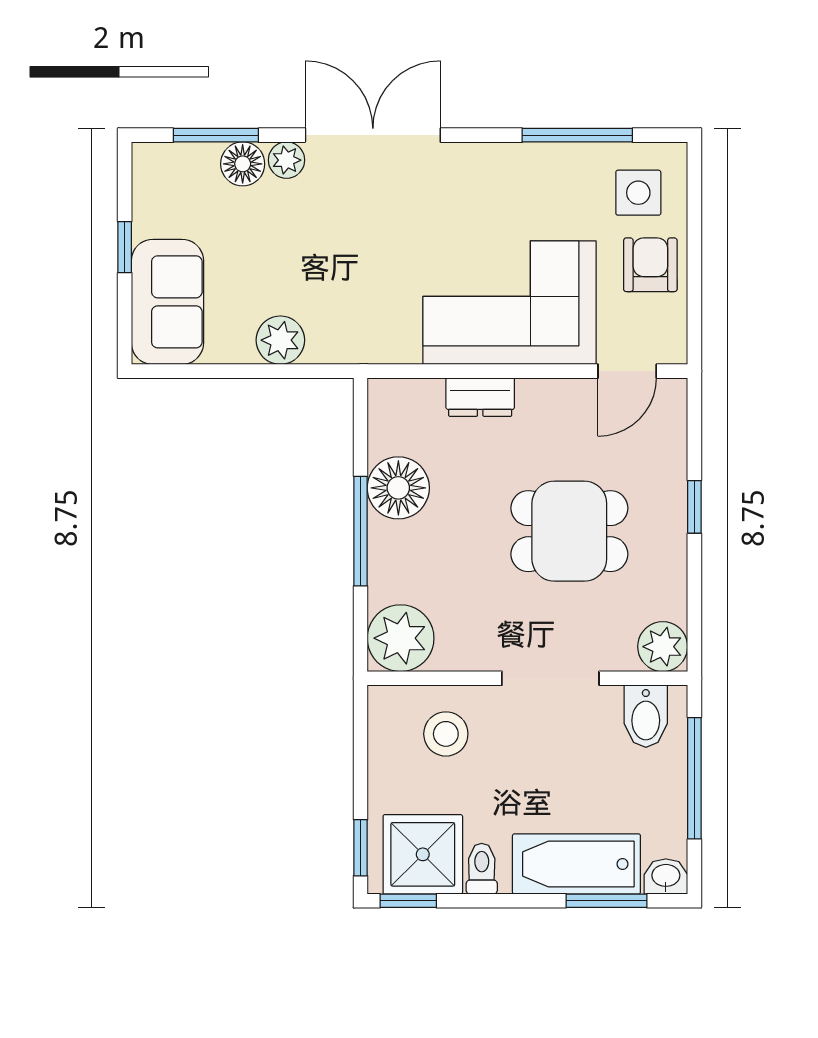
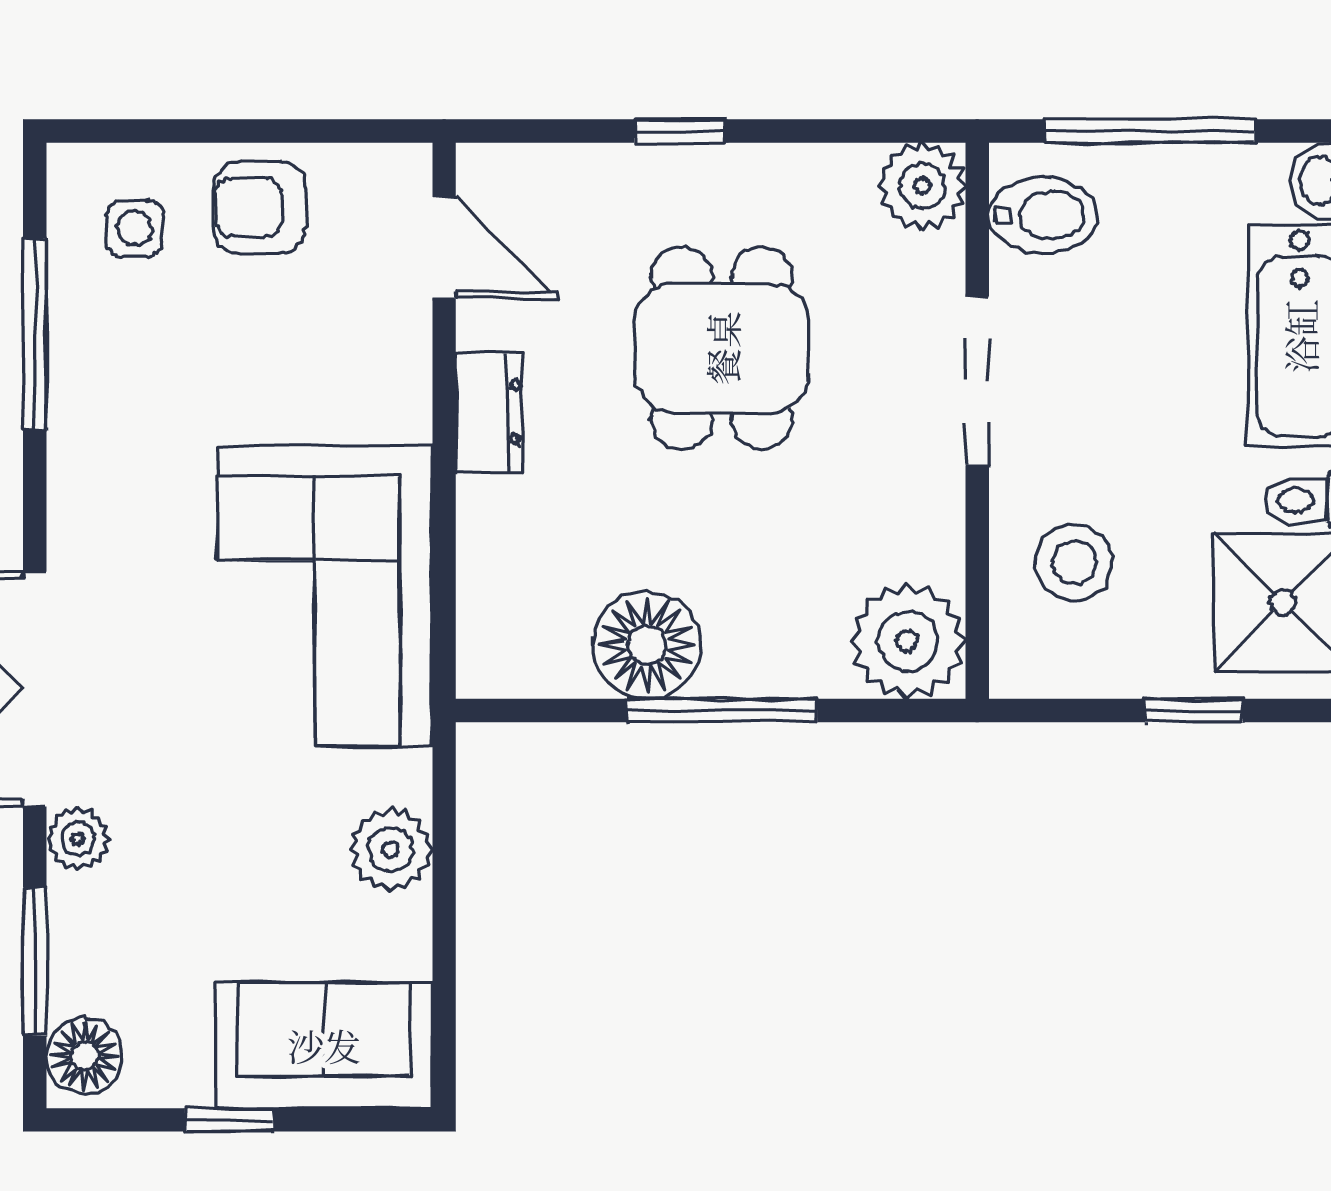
floor lamp: (243, 164) -> (85, 1056), moved
side table: (638, 193) -> (135, 228), width x0.73, depth x0.73
corner sofa: (509, 303) -> (325, 596), moved
dresser: (480, 397) -> (489, 412), moved
window: (361, 848) -> (1194, 710), moved

